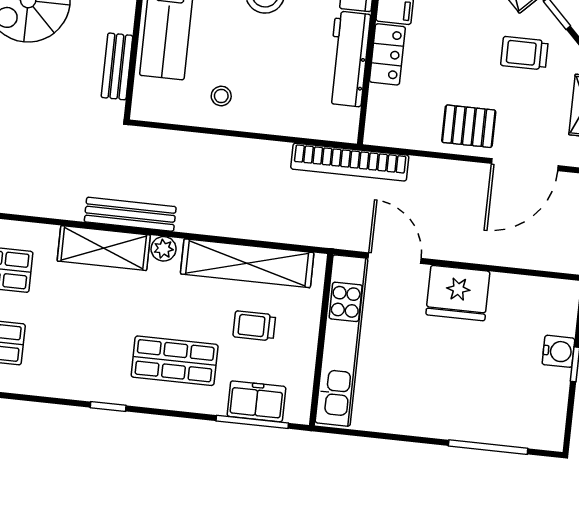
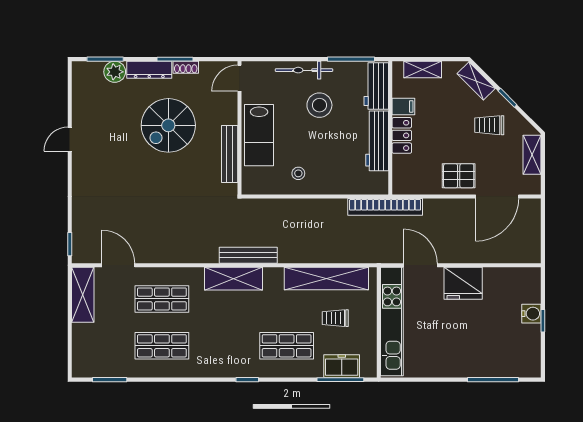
bench: (117, 66) -> (230, 154), width x1.36
plant: (164, 249) -> (272, 275), removed

